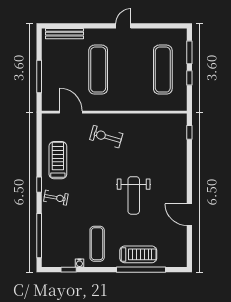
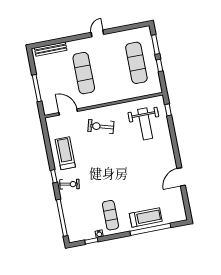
weight bench: (134, 195) -> (145, 124), moved
door: (189, 215) -> (181, 177), hinge flipped

